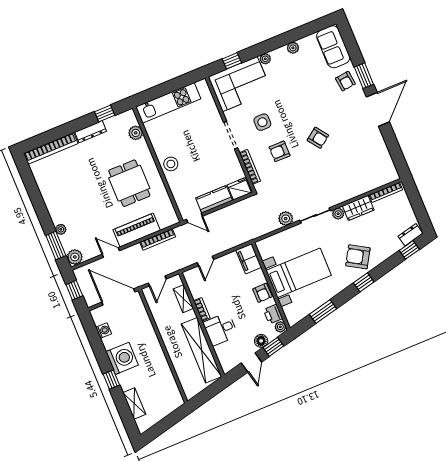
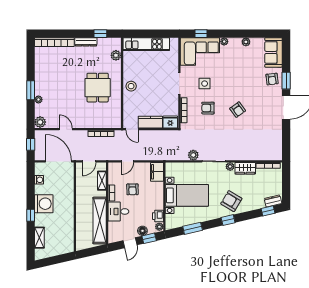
piano: (137, 230) -> (90, 121), removed
window: (56, 246) -> (31, 90), moved
armchair: (262, 293) -> (132, 189), moved

